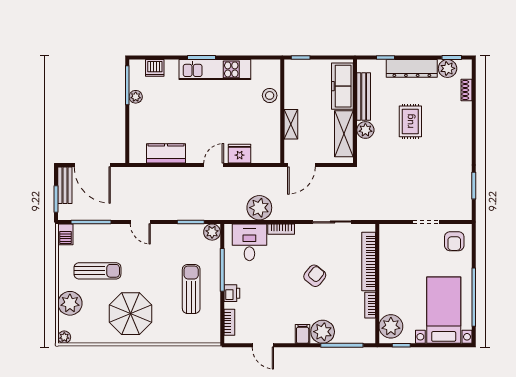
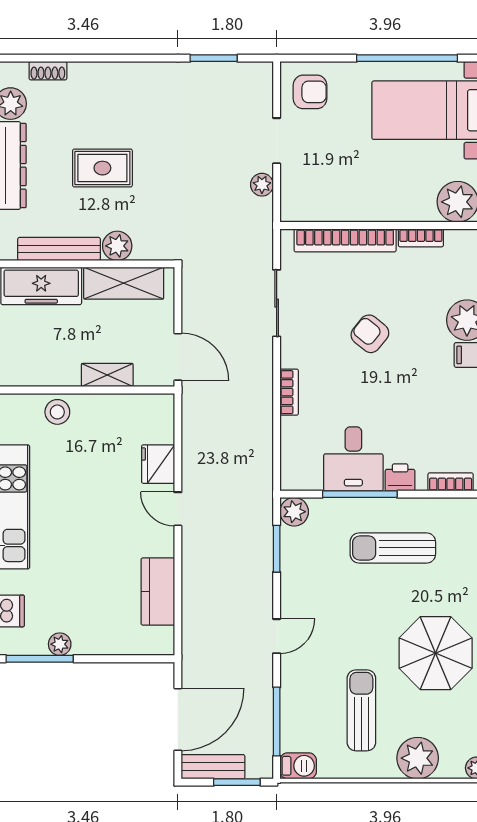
plant: (259, 208) -> (262, 185), moved, width x0.53, depth x0.53
desk: (249, 242) -> (353, 459), moved, turned -90

